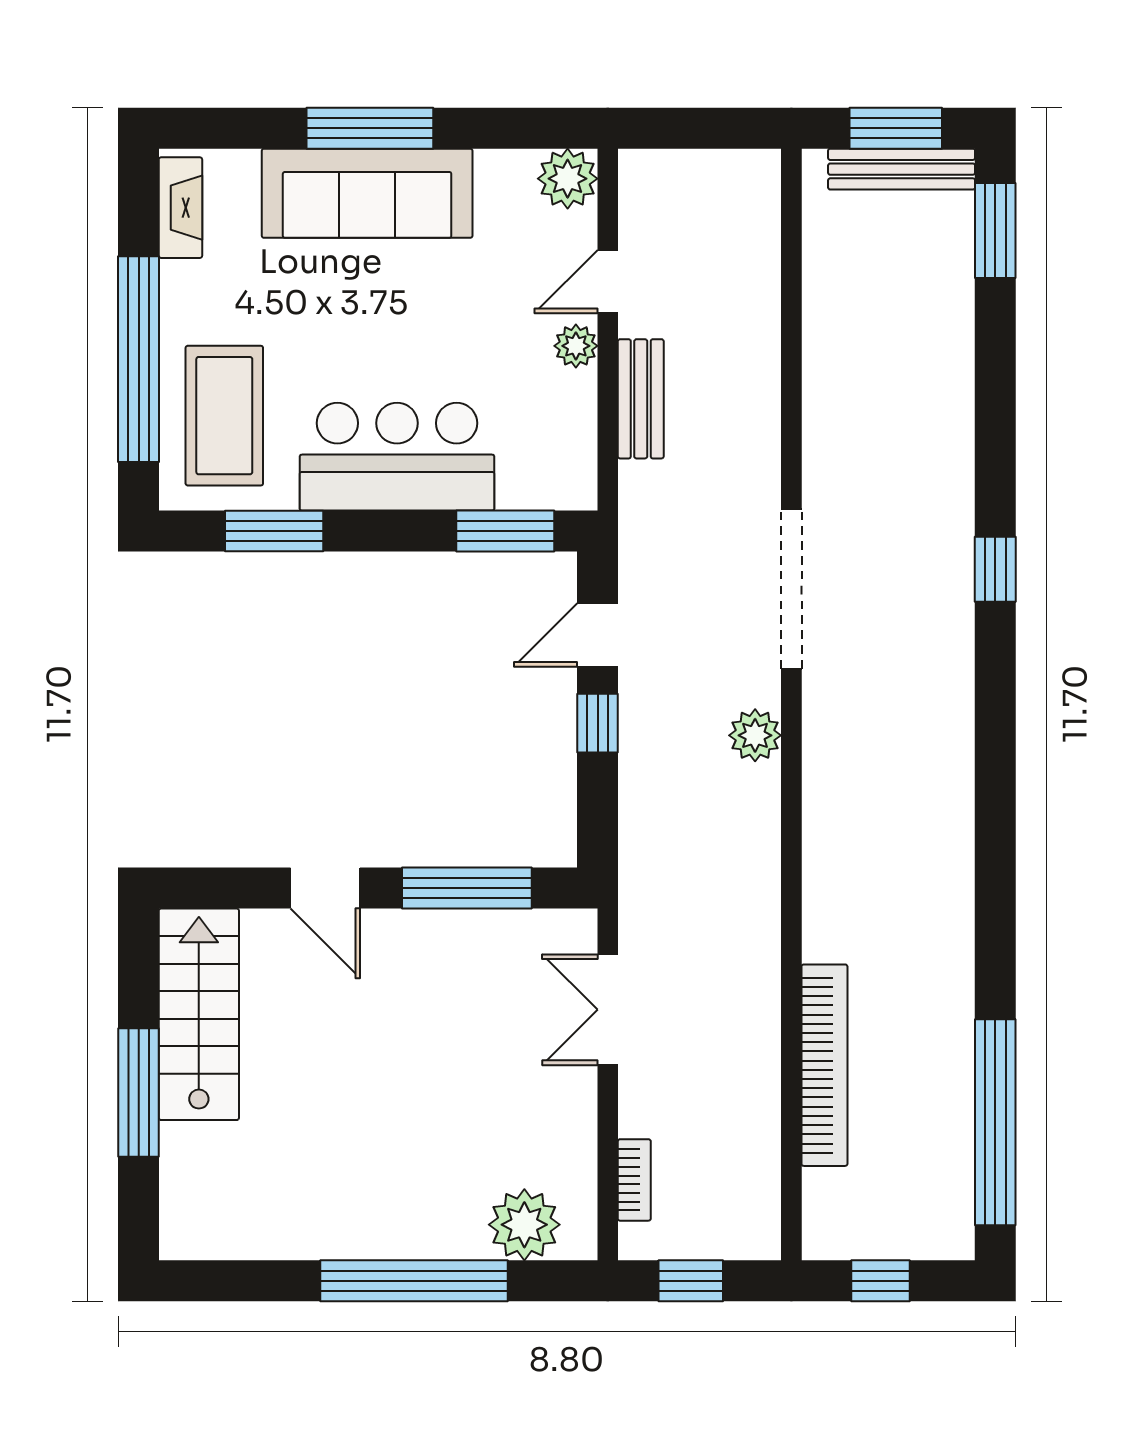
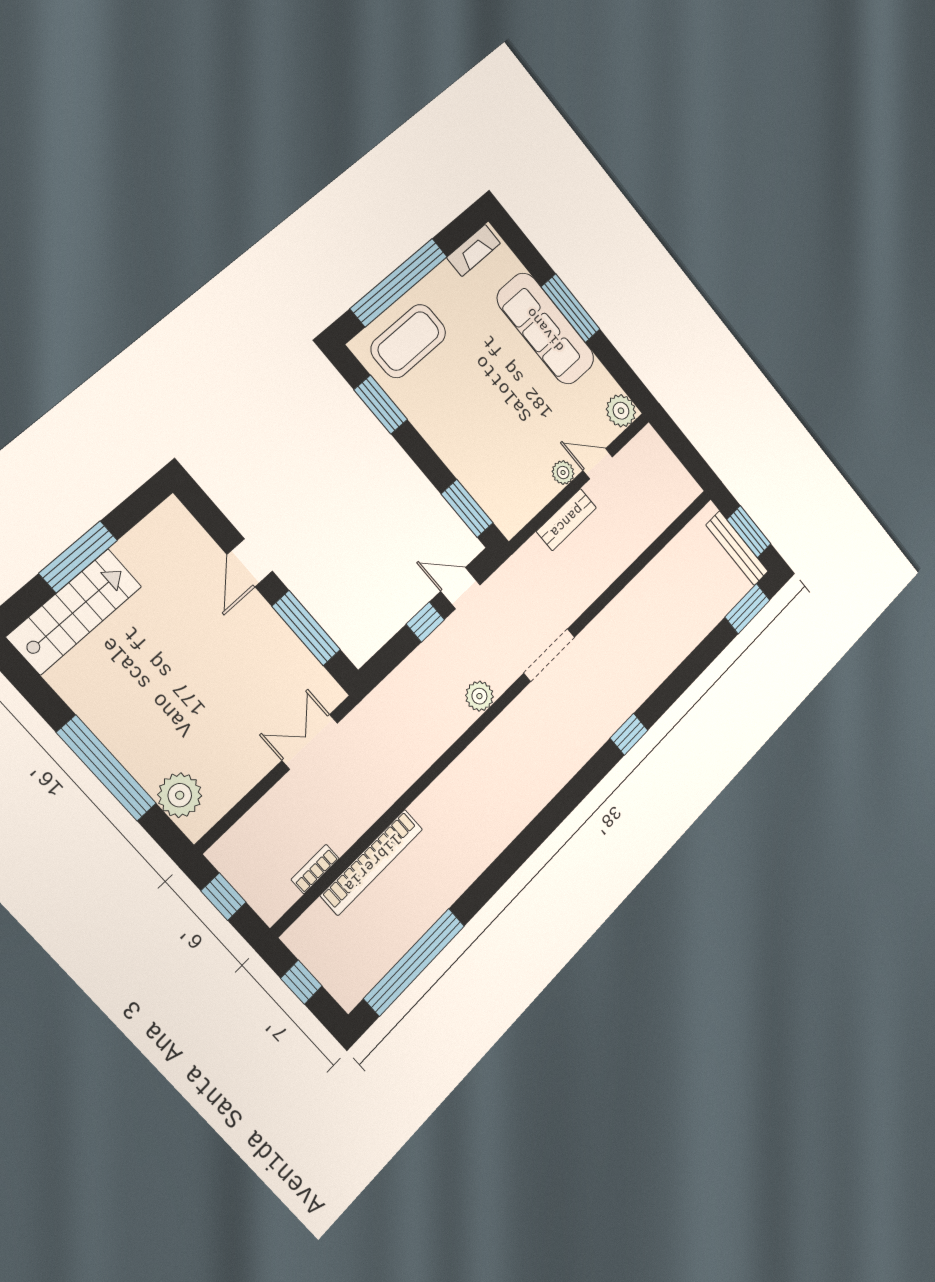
bar counter: (397, 457) -> (456, 433), removed
doorway: (791, 589) -> (549, 655), width x0.73
stairs: (199, 1014) -> (75, 611), moved
bookcase: (634, 1180) -> (315, 869), moved, turned 180

